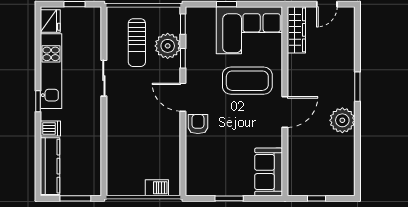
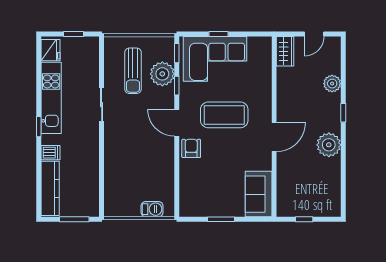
corner sofa: (249, 30) -> (215, 59), moved
wardrobe: (296, 30) -> (285, 51), width x0.67
plant: (346, 56) -> (332, 84), added
coffee table: (247, 81) -> (224, 115), moved
window: (357, 87) -> (343, 113), width x0.67

